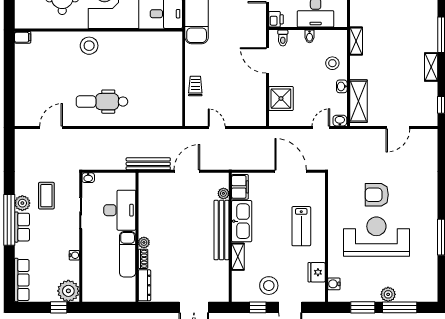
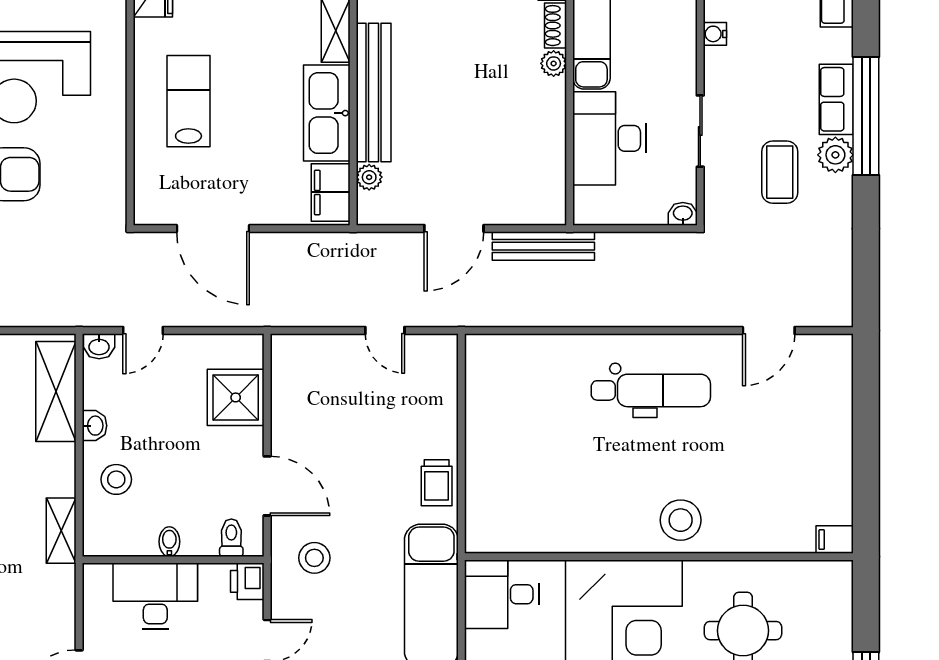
stool: (247, 29) -> (314, 558), added
trolley: (195, 86) -> (437, 483), moved

